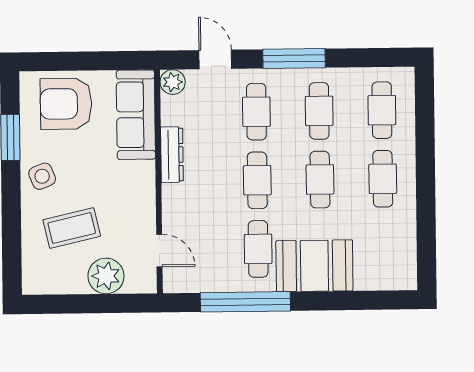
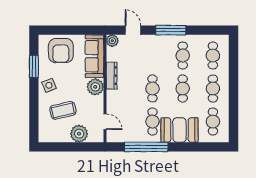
armchair: (66, 104) -> (61, 51), turned -90
cafe table: (256, 112) -> (213, 122), moved
plant: (138, 178) -> (95, 87), added

